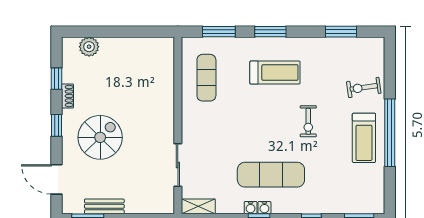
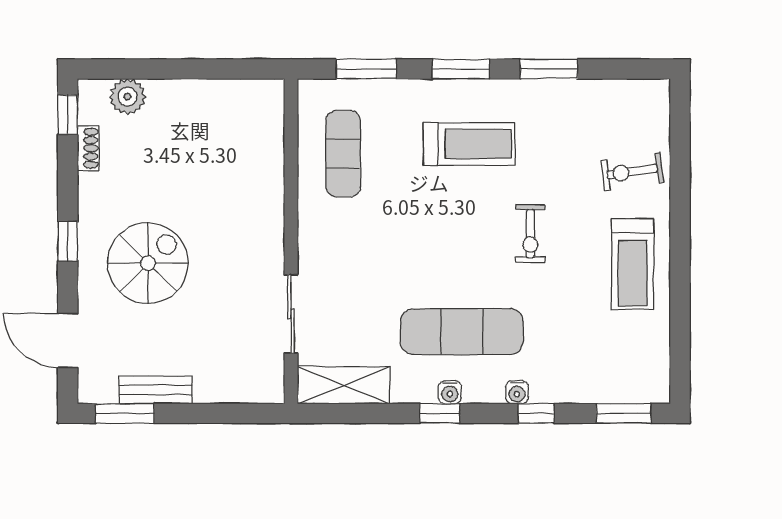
window: (341, 32) -> (549, 69), moved
window: (56, 79) -> (68, 115), moved
shoe rack: (68, 96) -> (88, 148), moved
window: (390, 133) -> (680, 255), removed
shelving: (198, 206) -> (344, 385), width x1.50, depth x1.33
water cooler: (251, 208) -> (517, 392), moved

